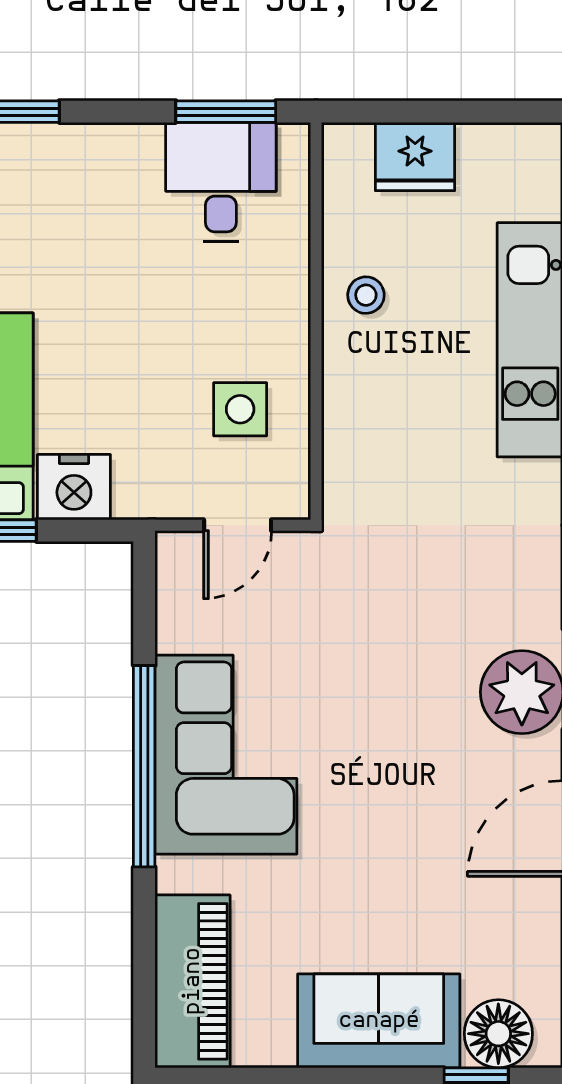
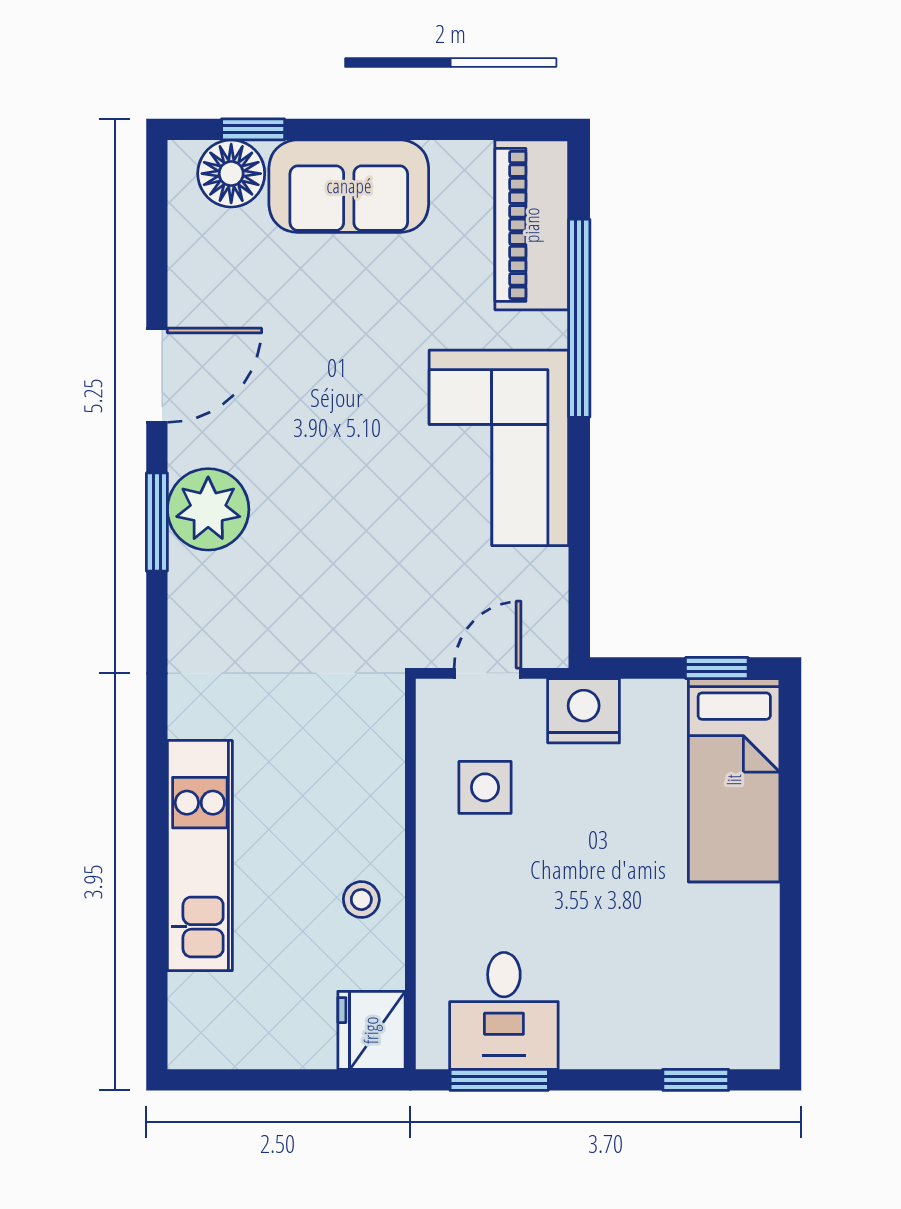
fridge: (415, 157) -> (371, 1030), moved, turned -90
nightstand: (74, 487) -> (584, 711), moved
window: (144, 766) -> (579, 318), moved

